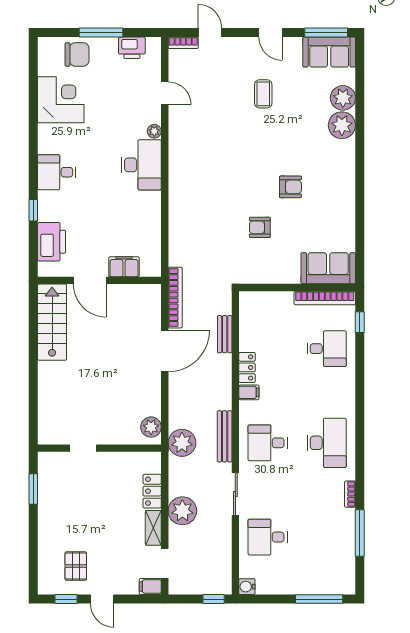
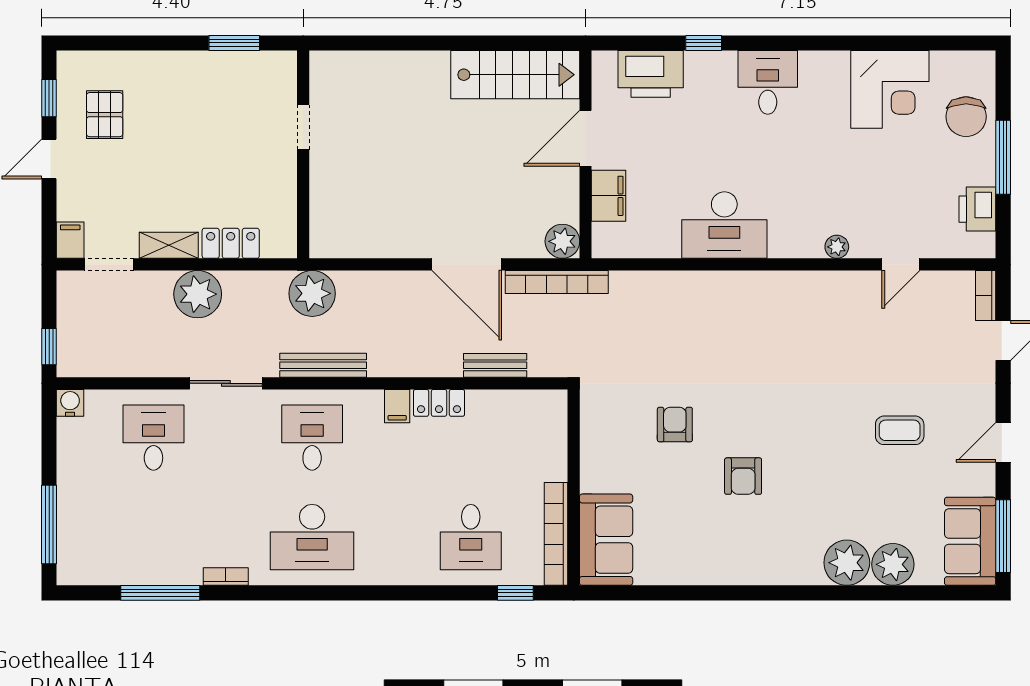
desk: (141, 165) -> (724, 225), moved
plant: (151, 427) -> (562, 241), moved
pallet: (76, 566) -> (105, 115), turned 90

